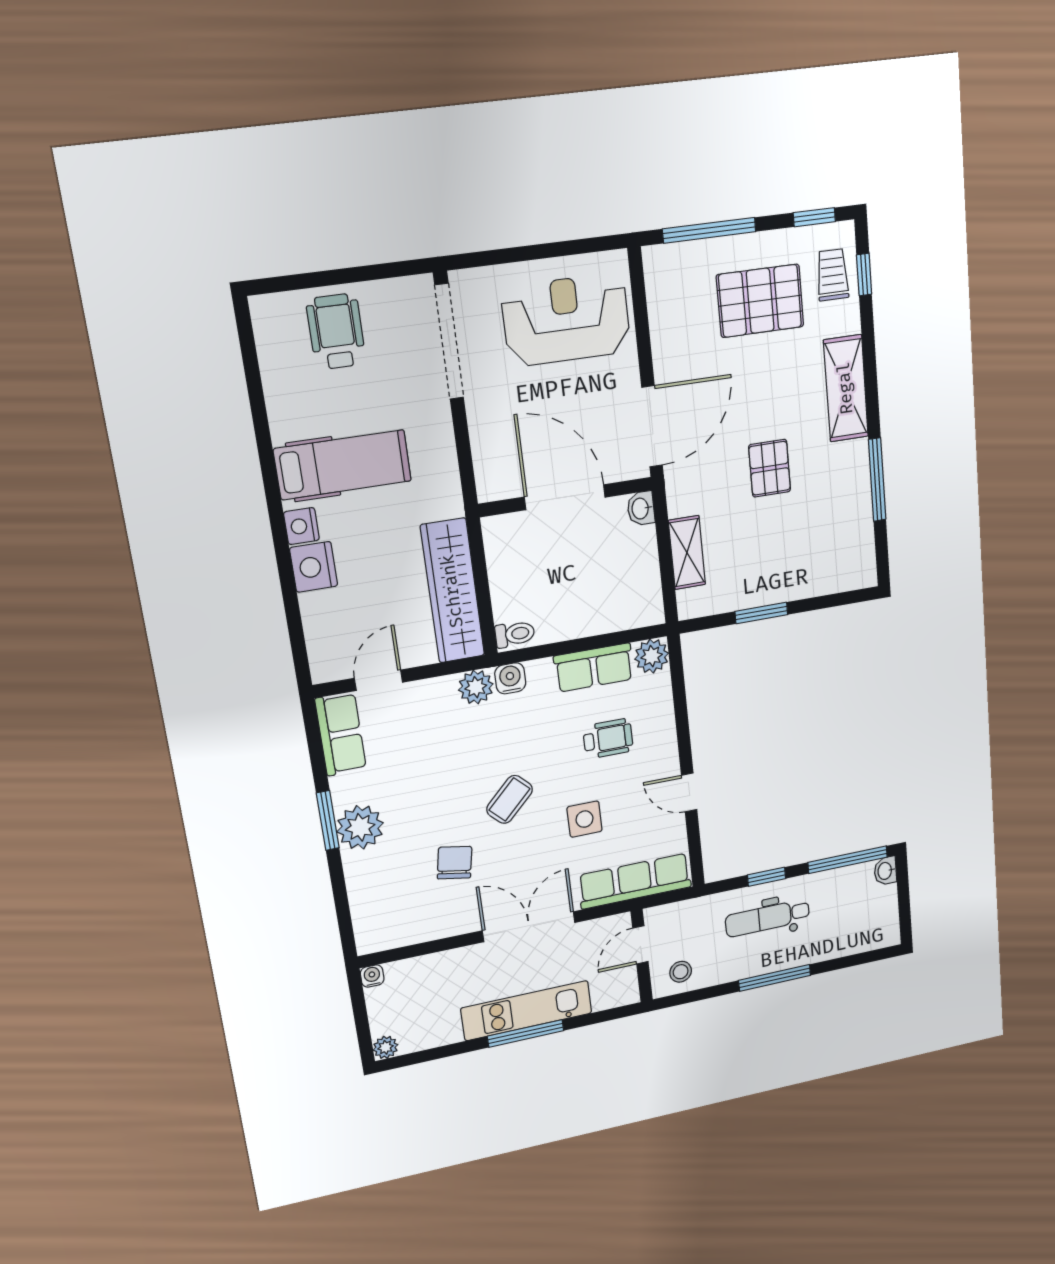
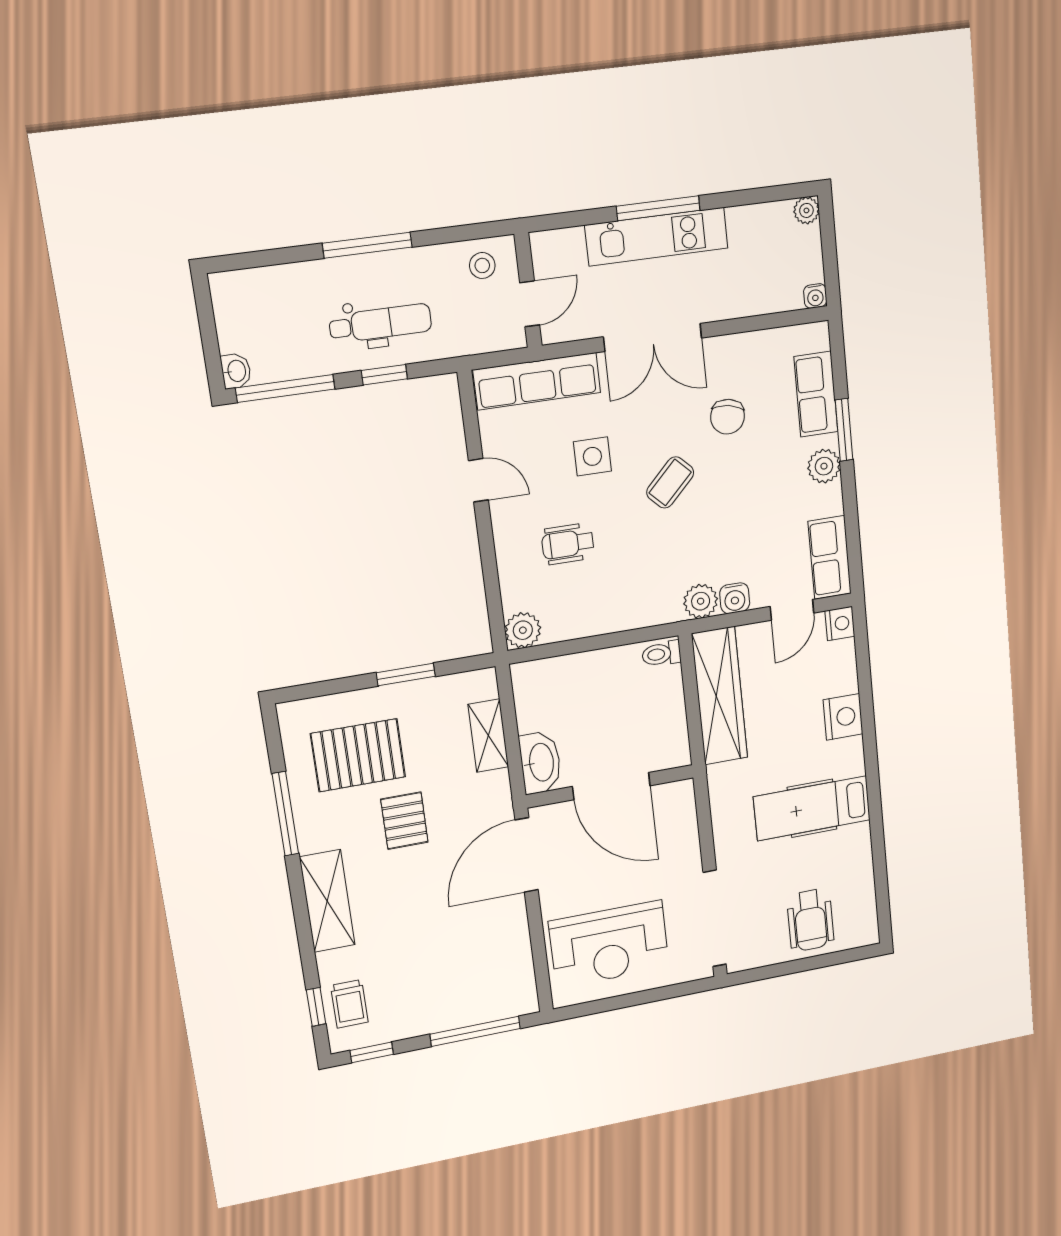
pallet: (760, 301) -> (358, 755), moved
washbasin: (641, 508) -> (540, 762), width x1.91, depth x1.45
nightstand: (301, 526) -> (840, 624), moved
row of seats: (594, 668) -> (816, 394), moved, turned -90
water cooler: (510, 678) -> (735, 598), moved
window: (328, 820) -> (844, 430), moved
plant: (360, 827) -> (824, 466), width x0.73, depth x0.73

